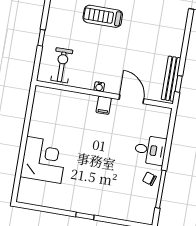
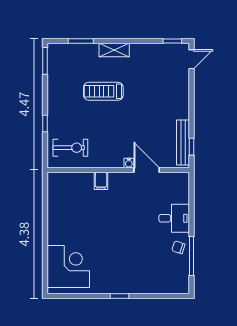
exercise bike: (62, 65) -> (70, 148), turned 90
water cooler: (99, 87) -> (129, 163), moved
filing cabinet: (104, 105) -> (101, 181), moved
corner desk: (44, 160) -> (68, 266), moved

